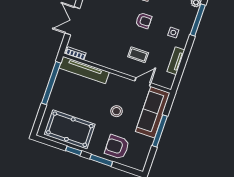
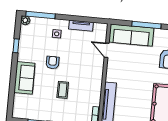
coffee table: (138, 55) -> (63, 90), moved
stool: (116, 111) -> (138, 67), removed

